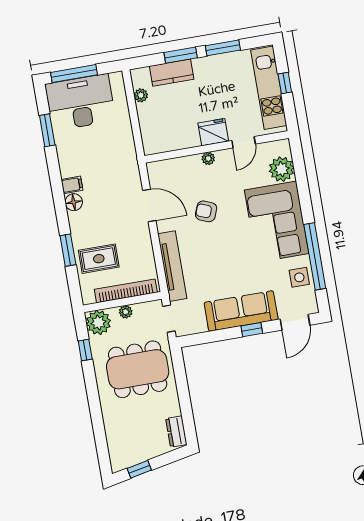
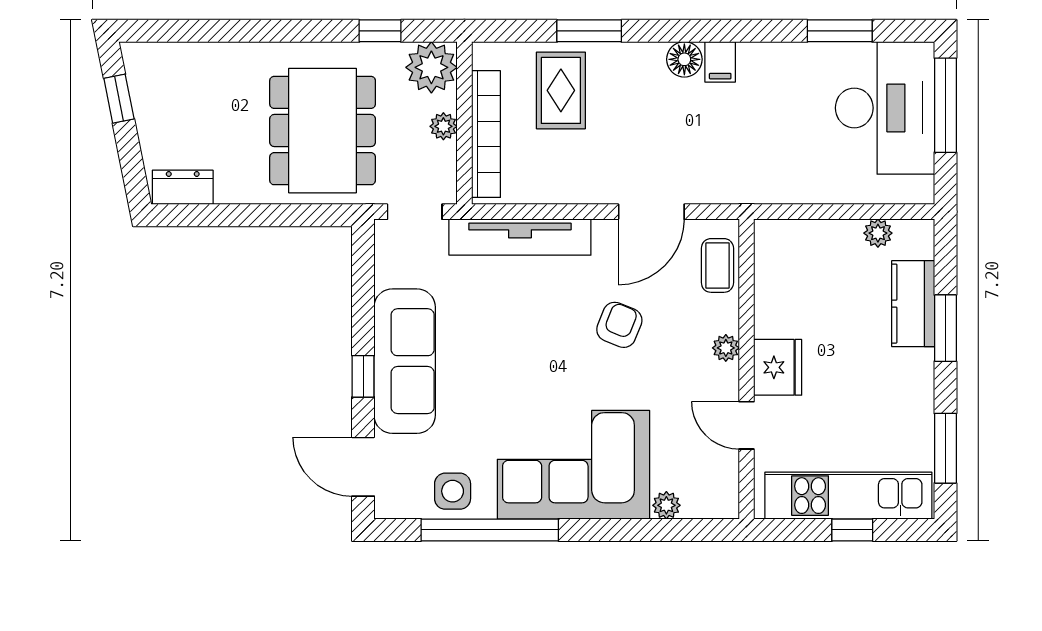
window: (223, 48) -> (945, 448), moved
coffee table: (170, 169) -> (717, 265), added
plant: (282, 169) -> (666, 505), width x0.53, depth x0.53

